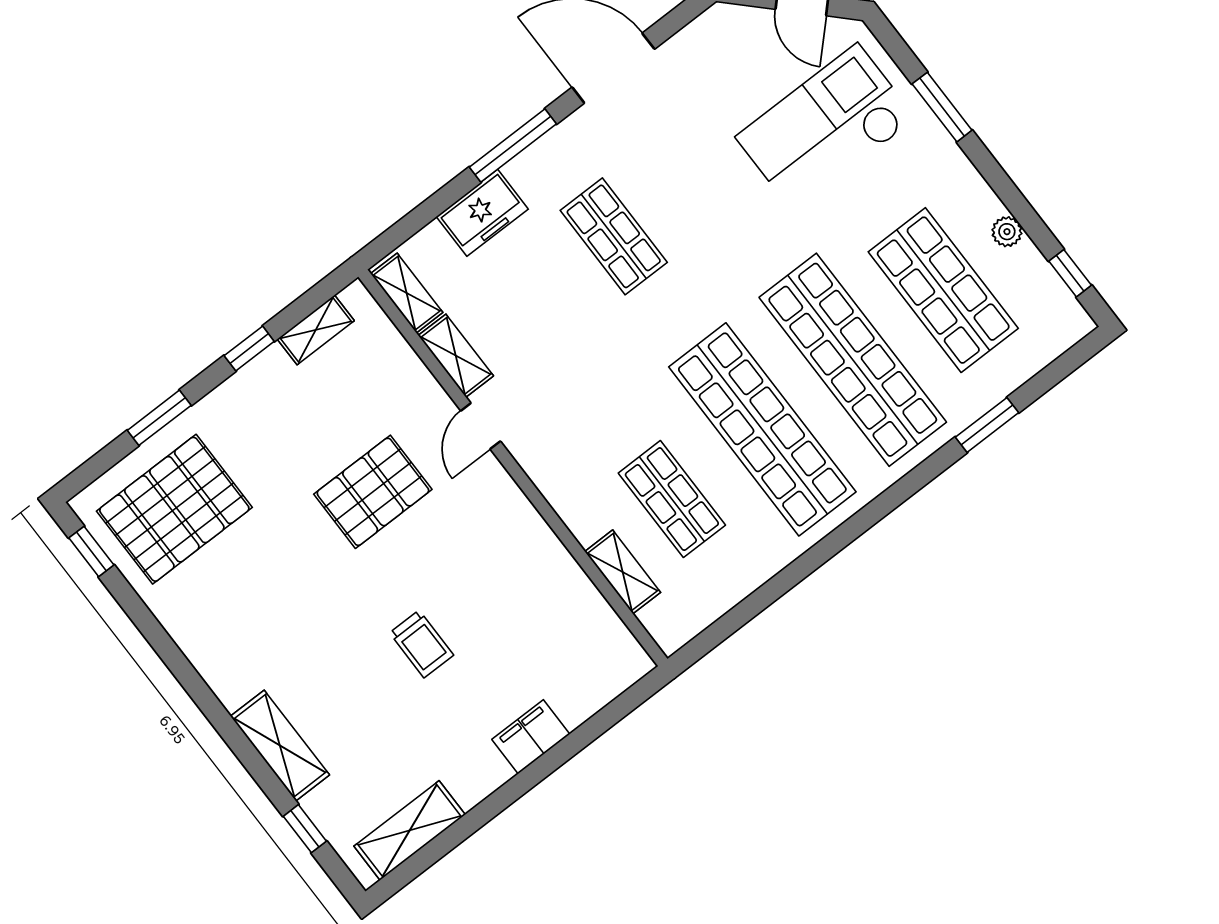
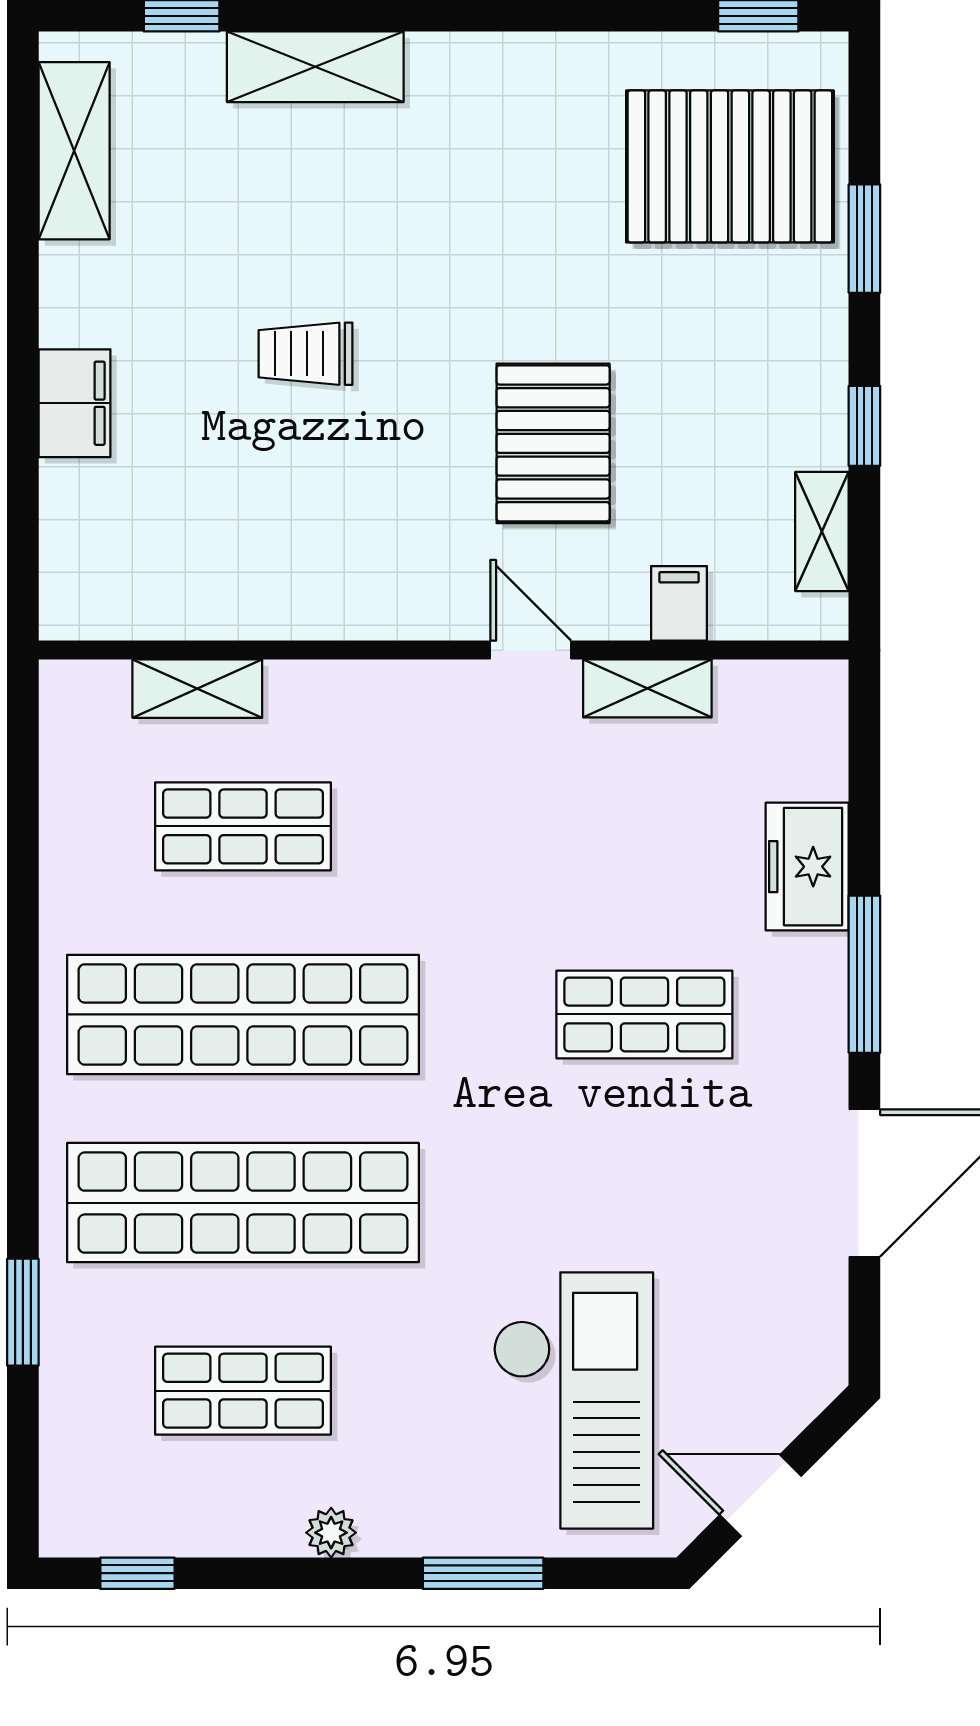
plant: (1007, 232) -> (331, 1533), moved
shop shelf: (943, 290) -> (243, 1391), width x0.70, depth x0.74
shelving: (407, 293) -> (779, 687), removed
filing cabinet: (403, 372) -> (679, 603), added
pallet: (174, 509) -> (730, 166), turned 90

